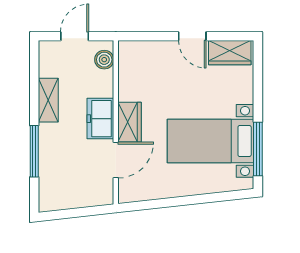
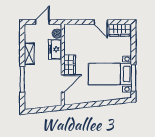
freezer: (100, 119) -> (55, 49), moved

